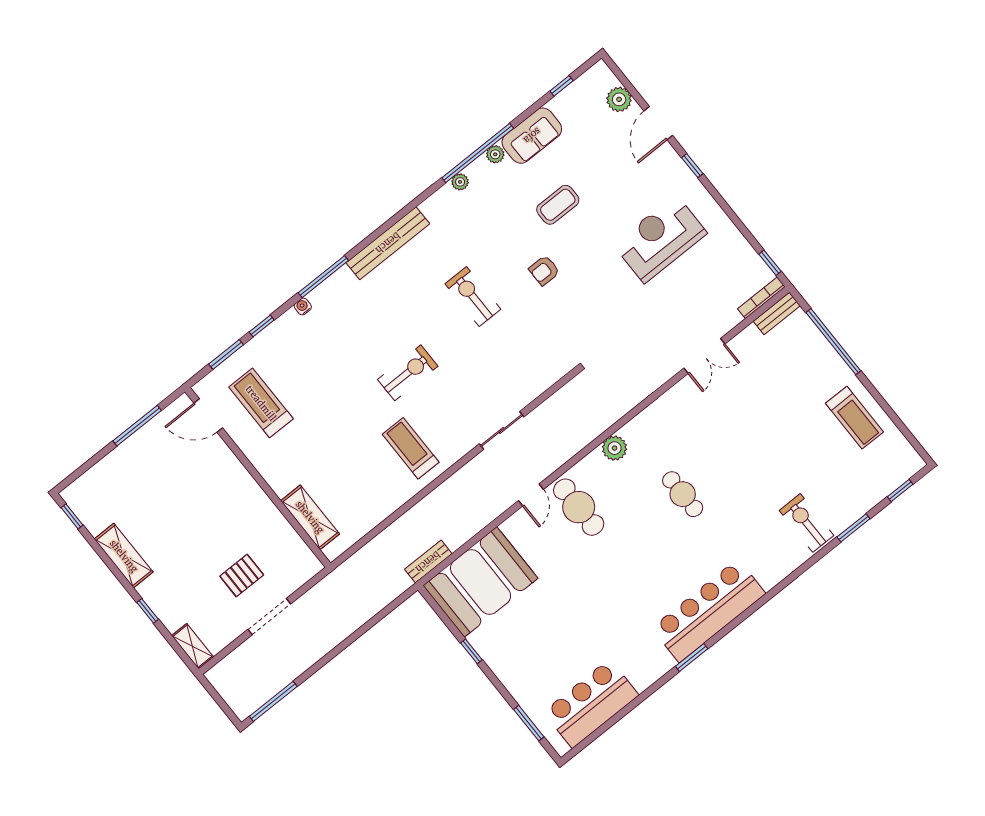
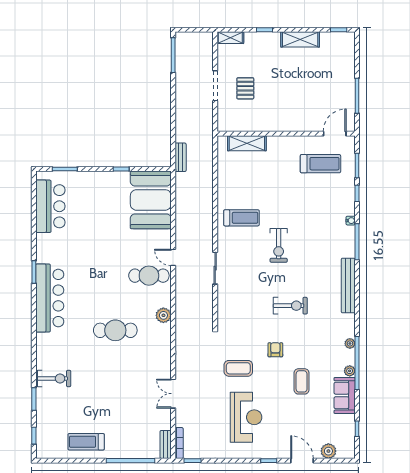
coffee table: (606, 299) -> (238, 368), added
cafe table: (683, 494) -> (115, 330), width x1.37, depth x1.35
bench: (428, 562) -> (181, 157), moved

